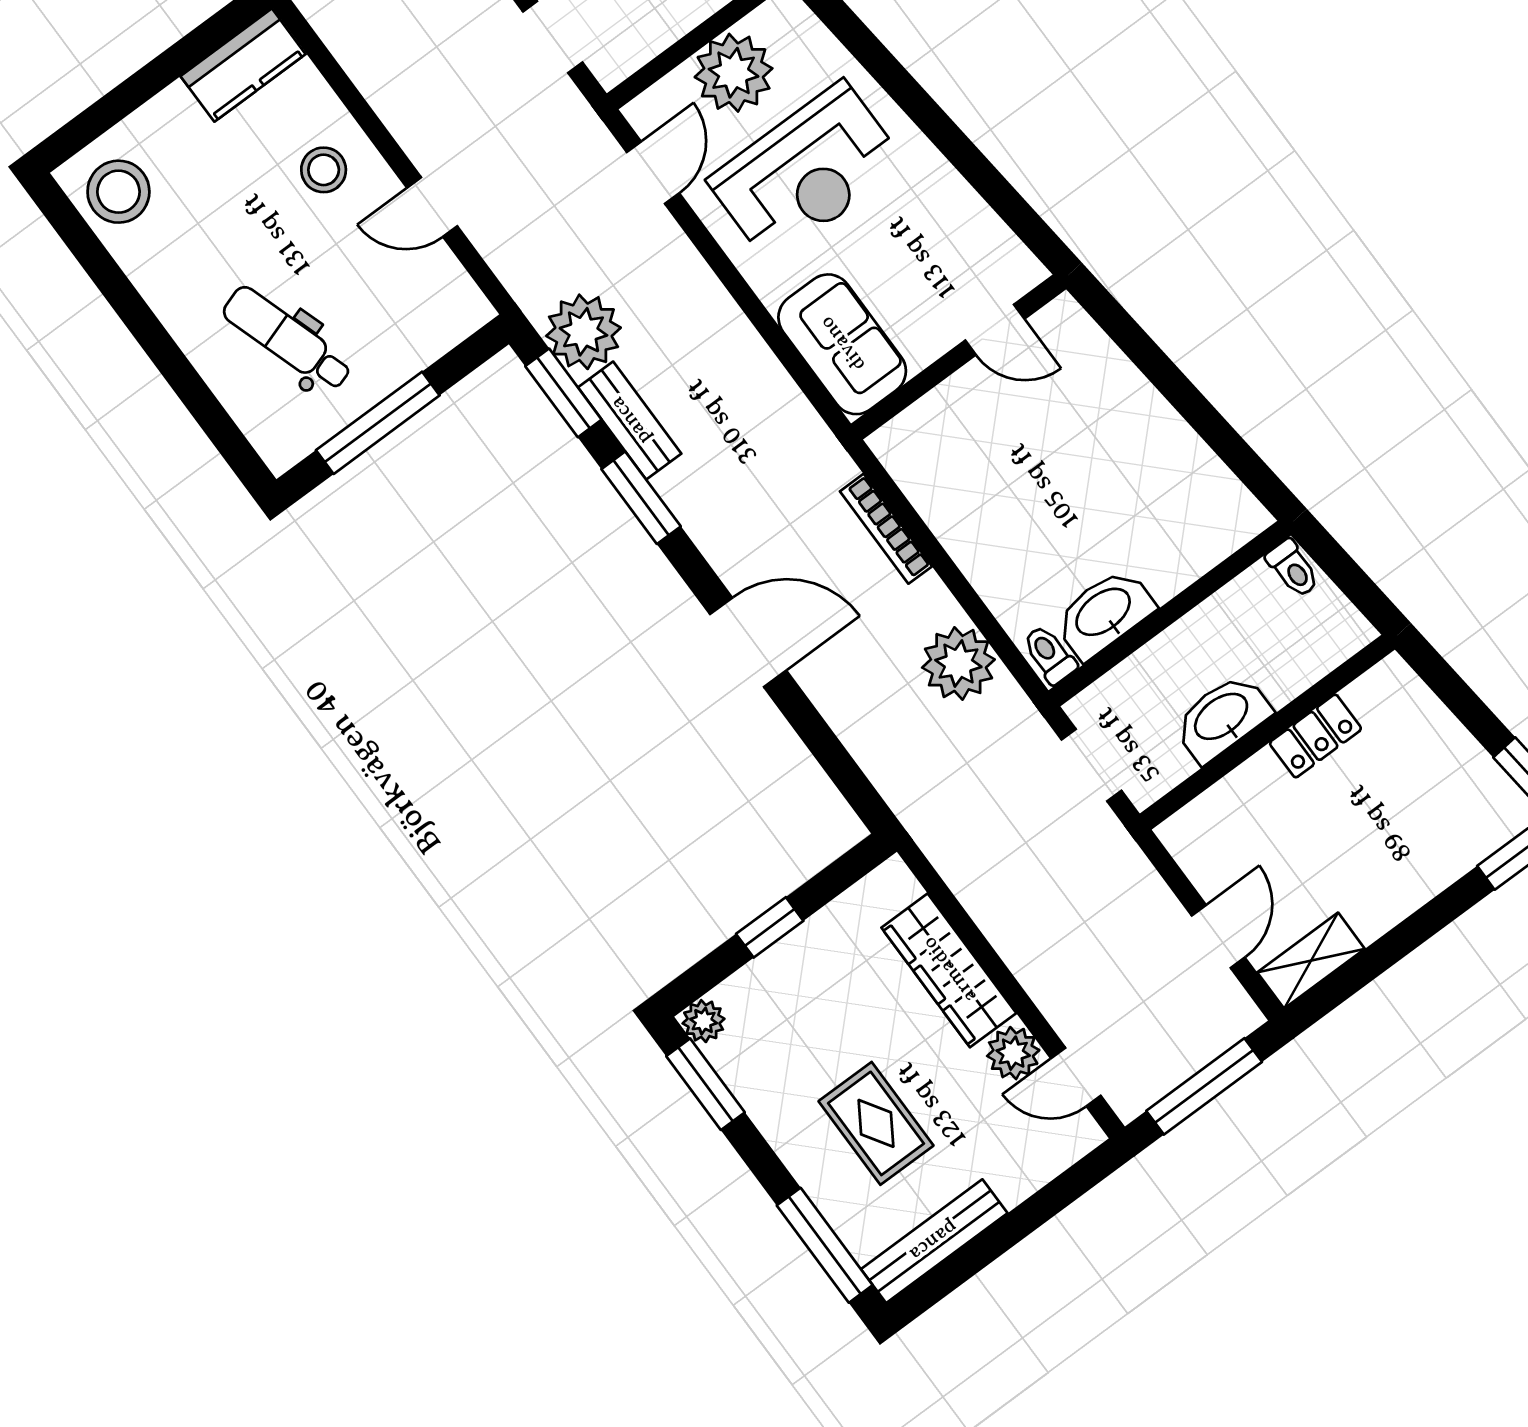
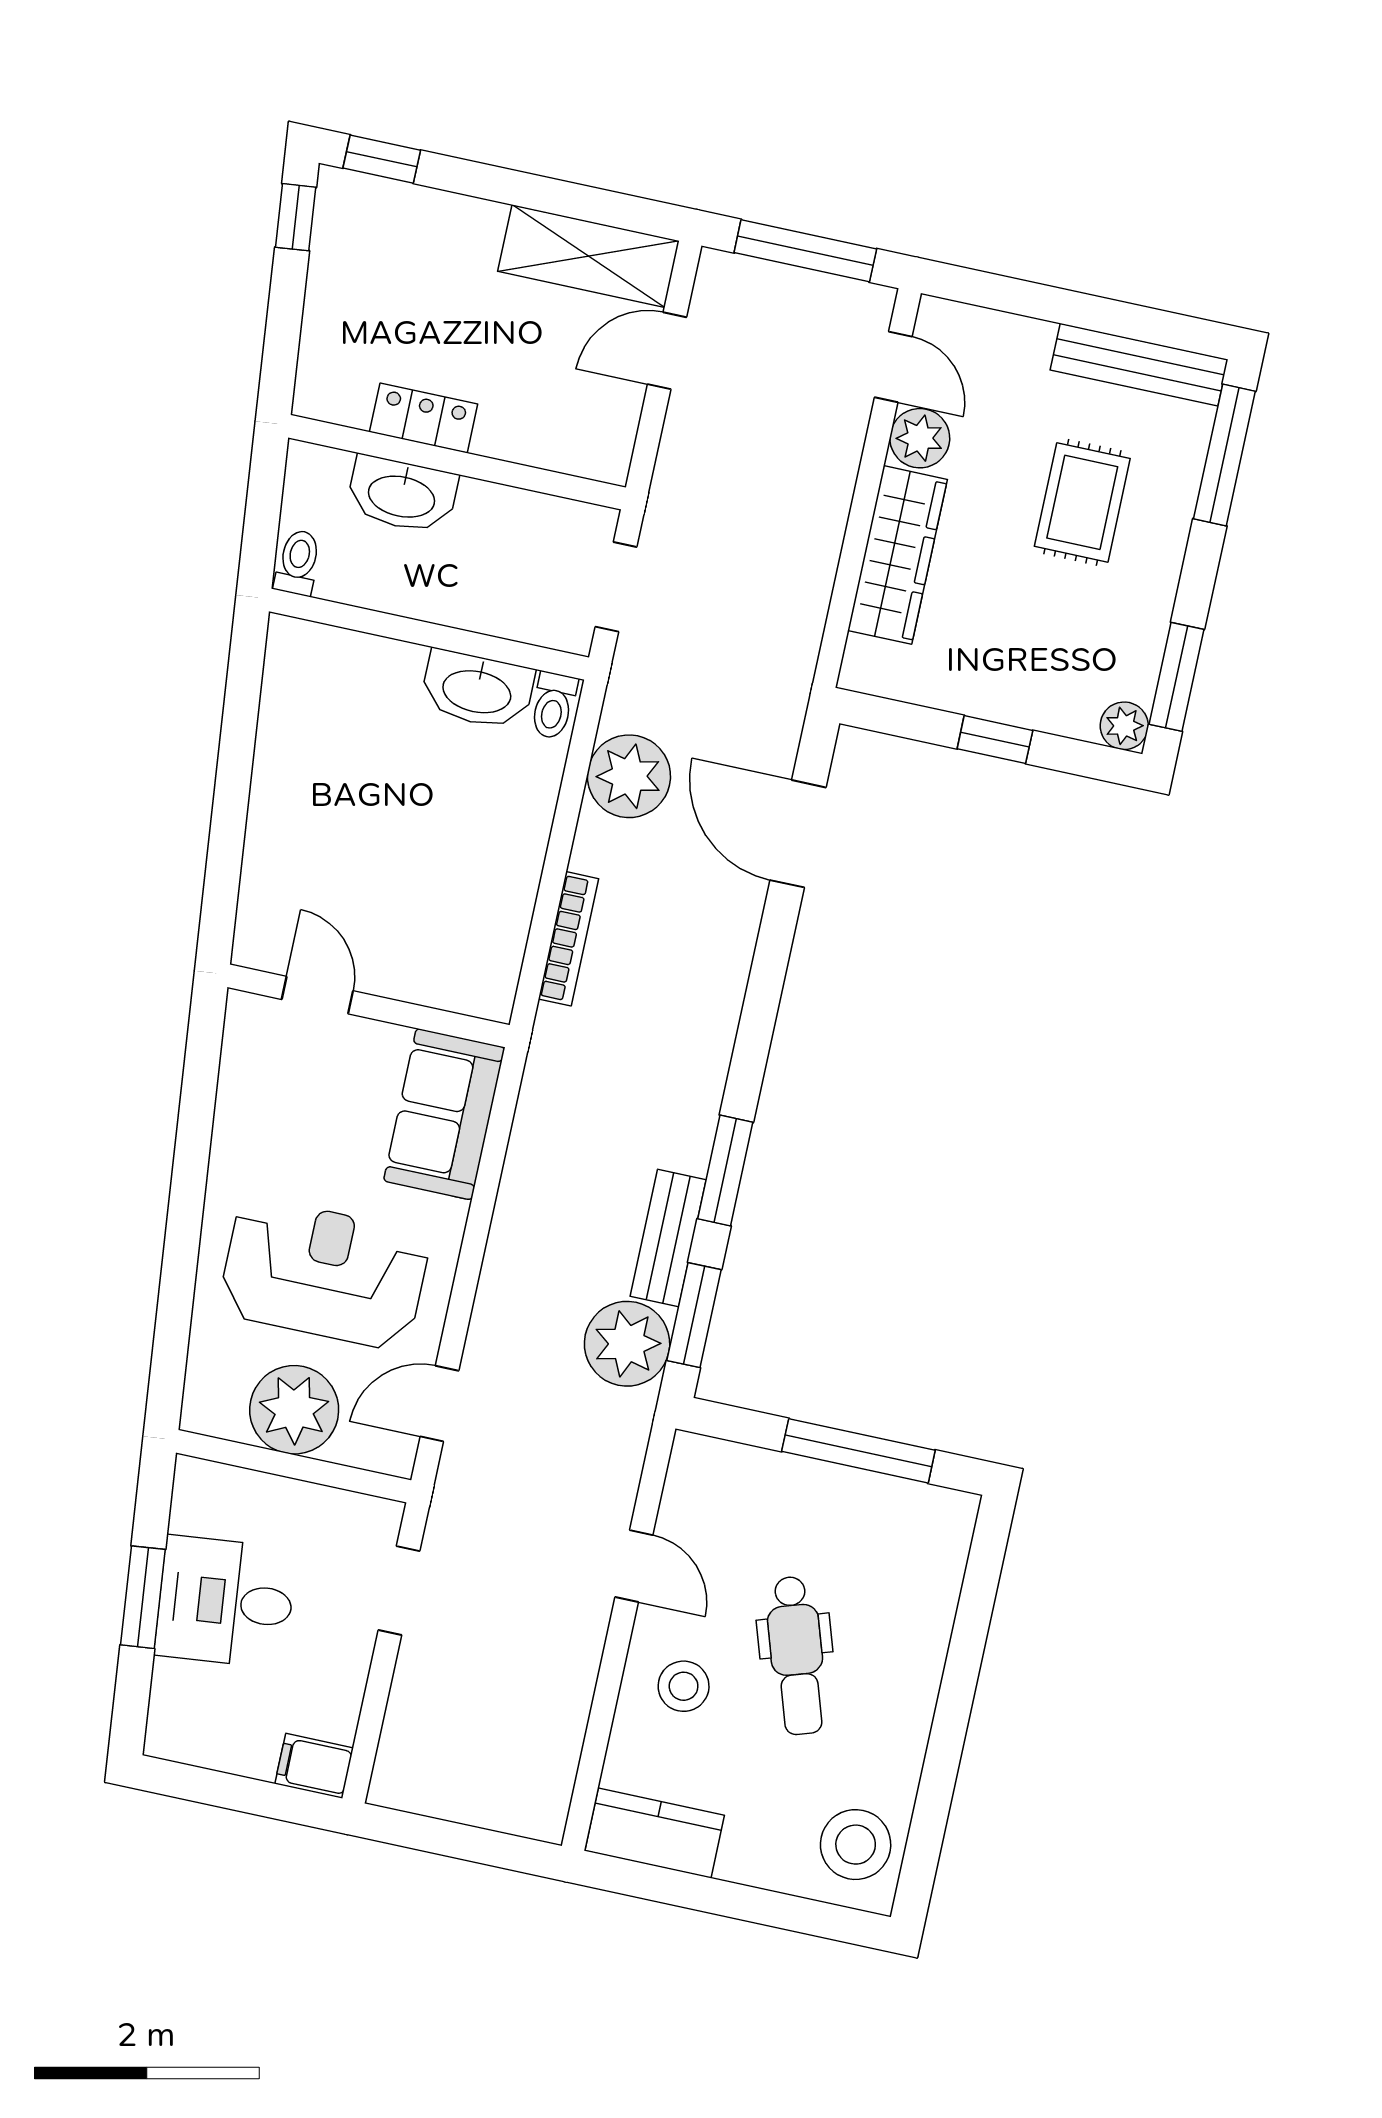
dental chair: (287, 339) -> (797, 1656), moved
door: (748, 642) -> (798, 834), moved
washbasin: (1222, 718) -> (402, 495), moved
shelving: (1311, 961) -> (588, 256), width x1.50, depth x1.33

